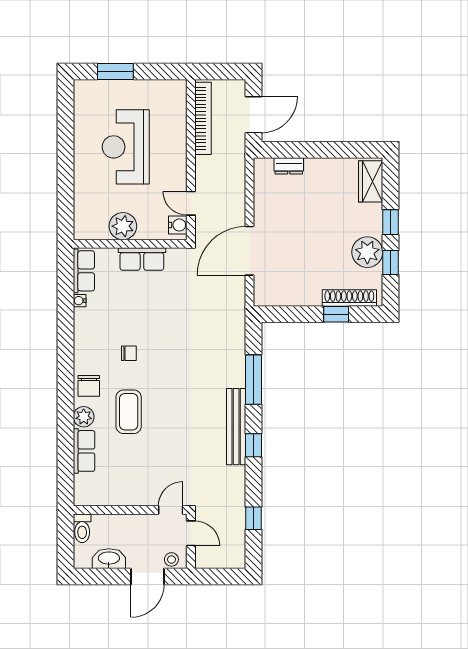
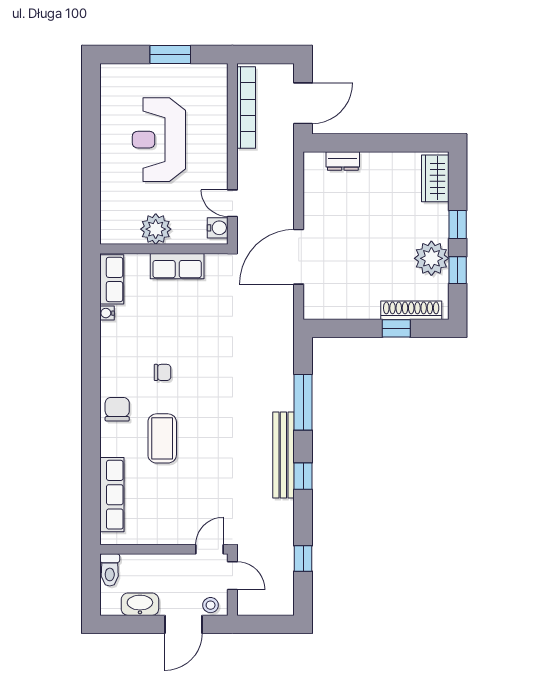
window: (115, 71) -> (170, 55), moved
chair: (89, 386) -> (117, 409), turned 180
plant: (84, 417) -> (111, 444), removed
row of seats: (84, 451) -> (112, 495), width x1.48

